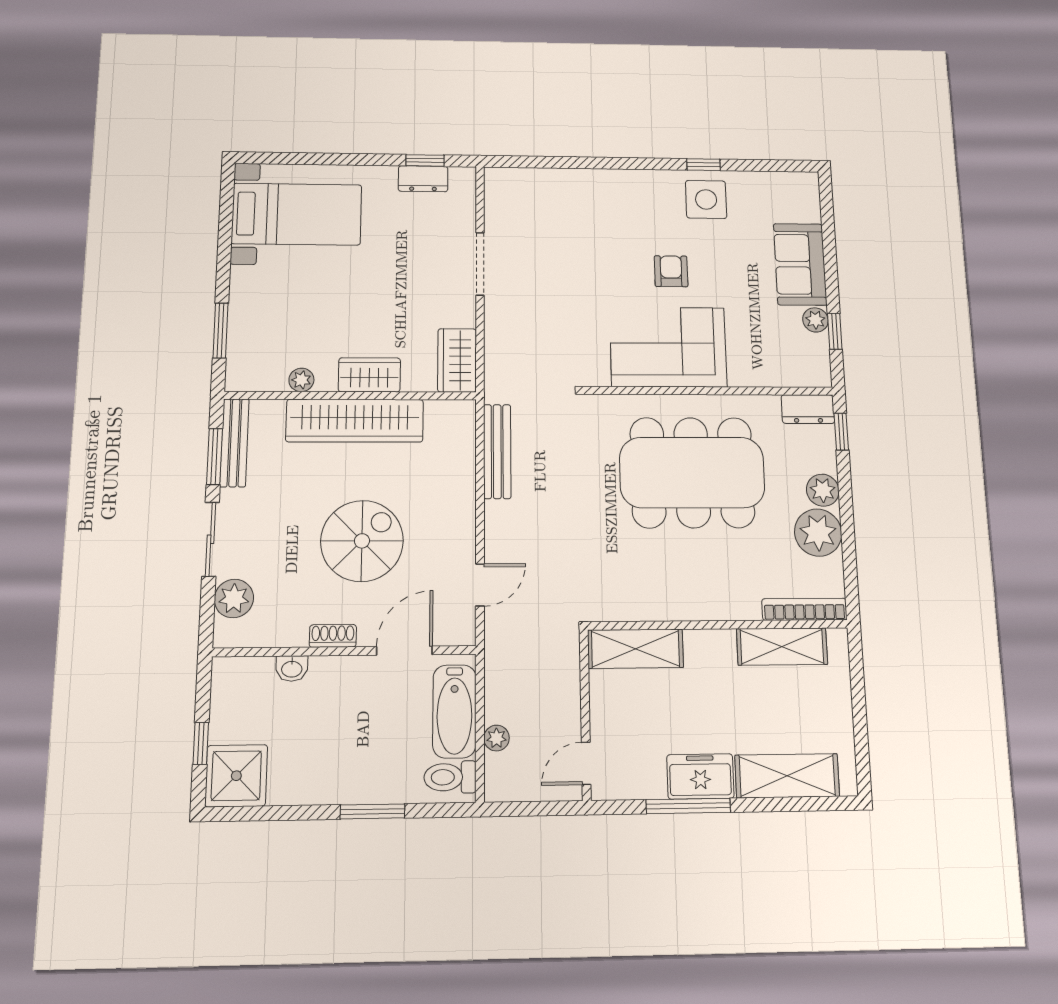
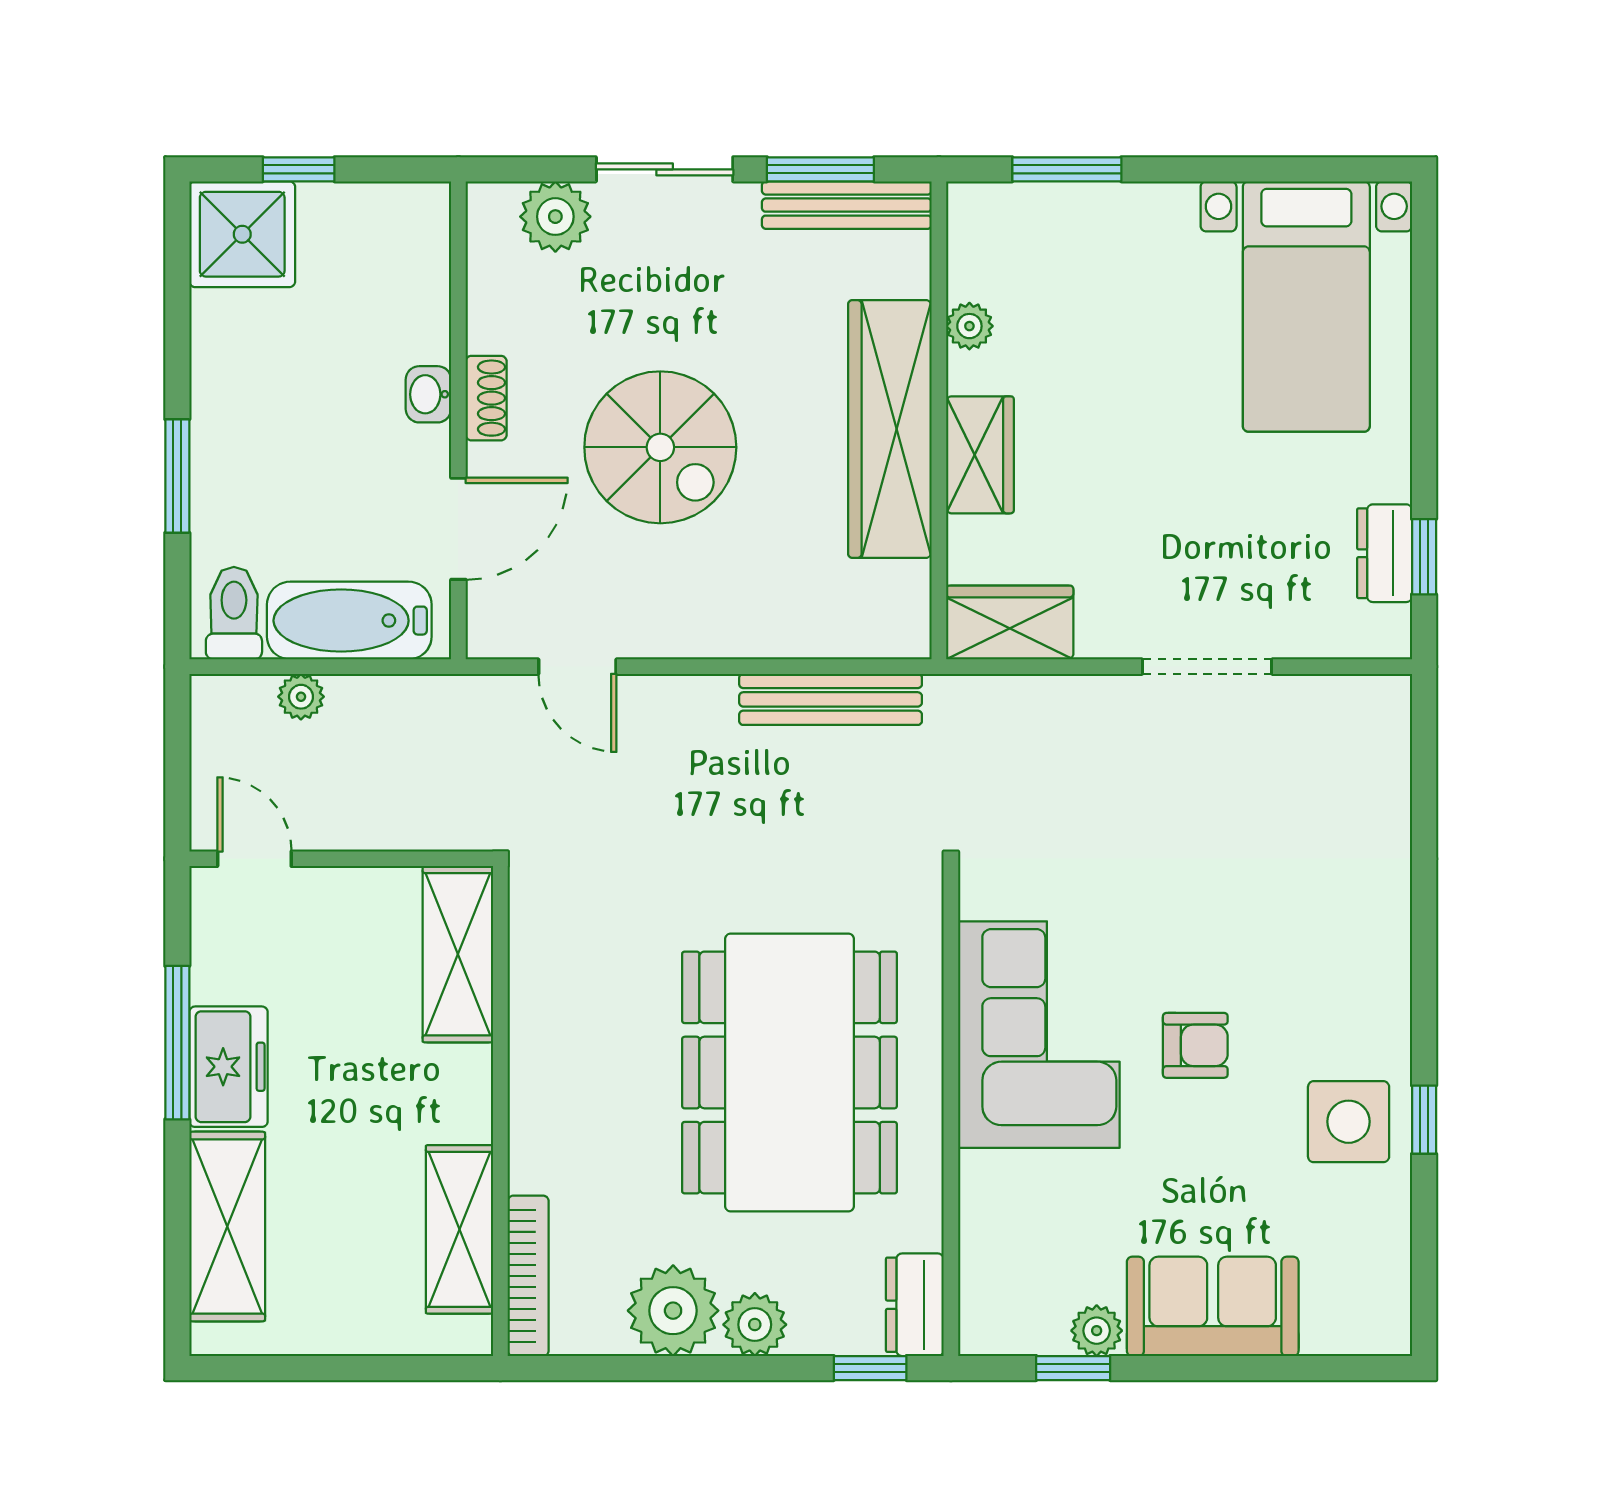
door: (404, 651) -> (458, 529), hinge flipped
washbasin: (292, 668) -> (428, 394), moved

